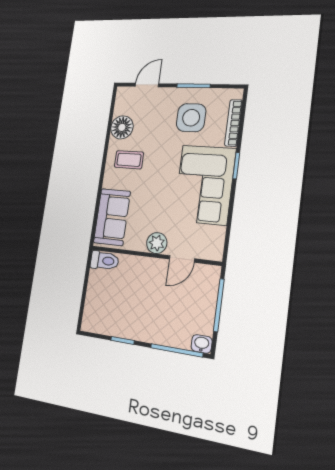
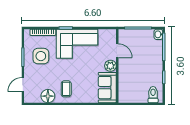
door: (147, 85) -> (23, 85), hinge flipped
sofa: (112, 217) -> (107, 88), moved, turned -90
toilet: (104, 261) -> (153, 95), moved

